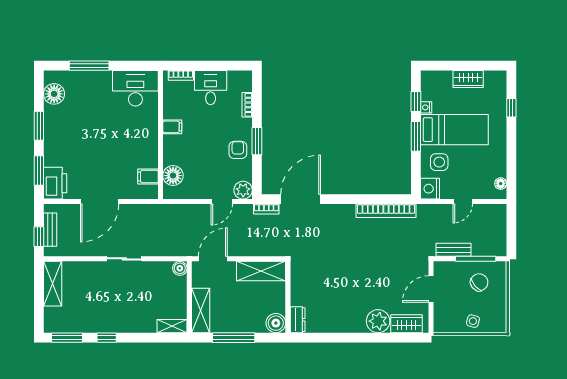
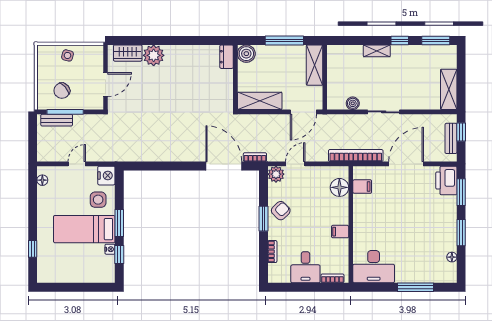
wardrobe: (468, 79) -> (72, 275), removed
floor lamp: (54, 94) -> (452, 257), width x0.53, depth x0.53
armchair: (238, 150) -> (281, 211), turned -134
door: (301, 199) -> (224, 166), swing flipped
bookcase: (386, 211) -> (356, 156), moved
bench: (453, 250) -> (57, 120), moved
boiler: (180, 268) -> (353, 103), moved
shelving: (172, 326) -> (377, 51), moved

